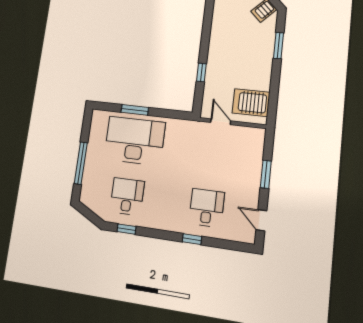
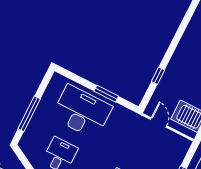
window: (135, 110) -> (106, 94), moved

